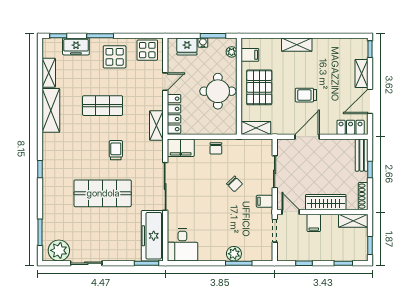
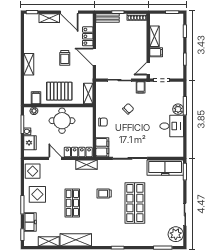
locker: (351, 127) -> (88, 36), moved
wardrobe: (326, 202) -> (141, 44), removed
shelving: (353, 221) -> (154, 36), moved
desk: (182, 245) -> (172, 126), moved

